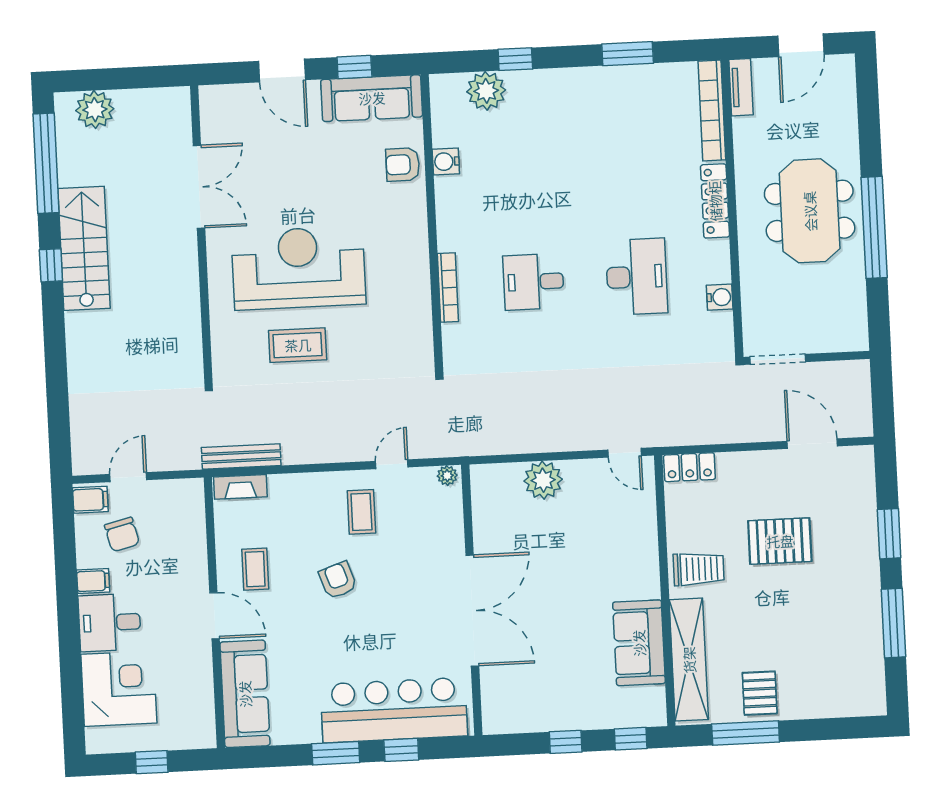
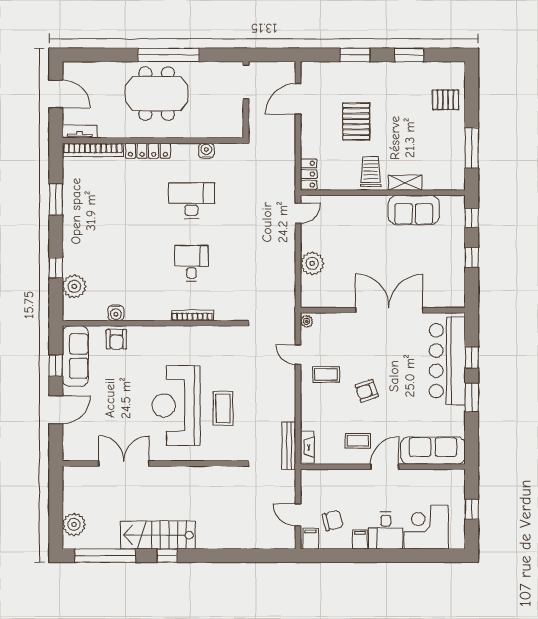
desk: (533, 282) -> (191, 263), turned 180
doorway: (778, 359) -> (246, 82), moved
window: (893, 623) -> (409, 55), width x0.69
shelving: (689, 660) -> (405, 183), width x0.45, depth x0.75
pallet: (760, 693) -> (445, 100), moved

